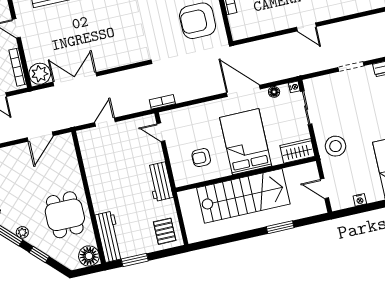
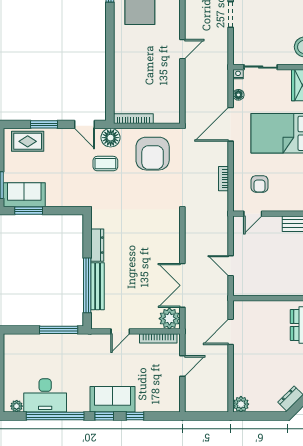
bookcase: (162, 102) -> (224, 179), moved
door: (40, 137) -> (231, 332), swing flipped
armchair: (201, 158) -> (260, 184), moved

